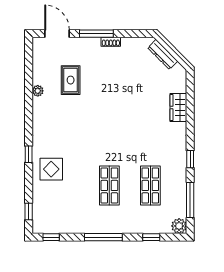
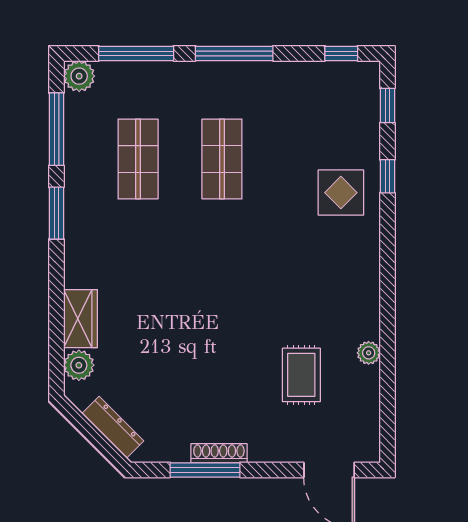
window: (96, 34) -> (205, 470), moved
shoe rack: (111, 42) -> (219, 453), width x1.43
plant: (179, 85) -> (79, 365), added
window: (29, 154) -> (387, 176), moved
window: (190, 159) -> (56, 213), width x1.50
window: (151, 237) -> (136, 53), width x2.17

